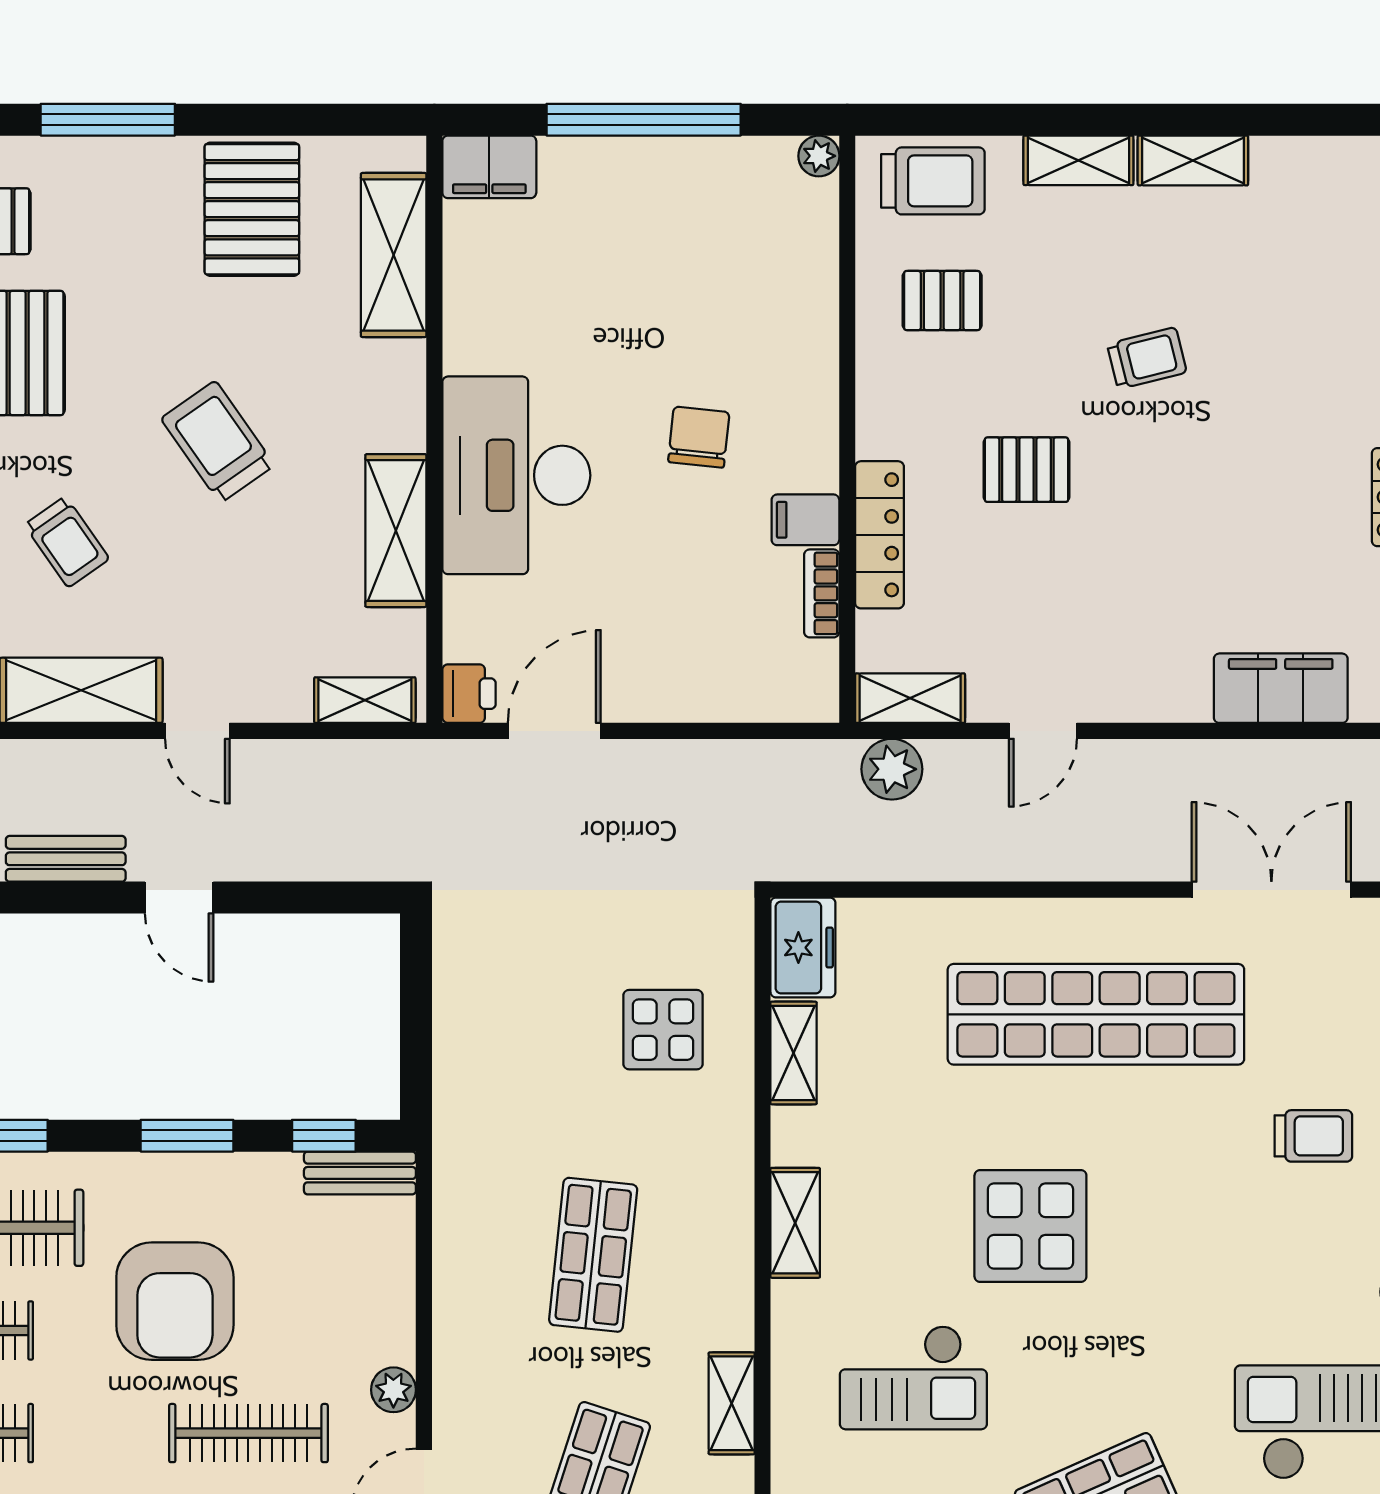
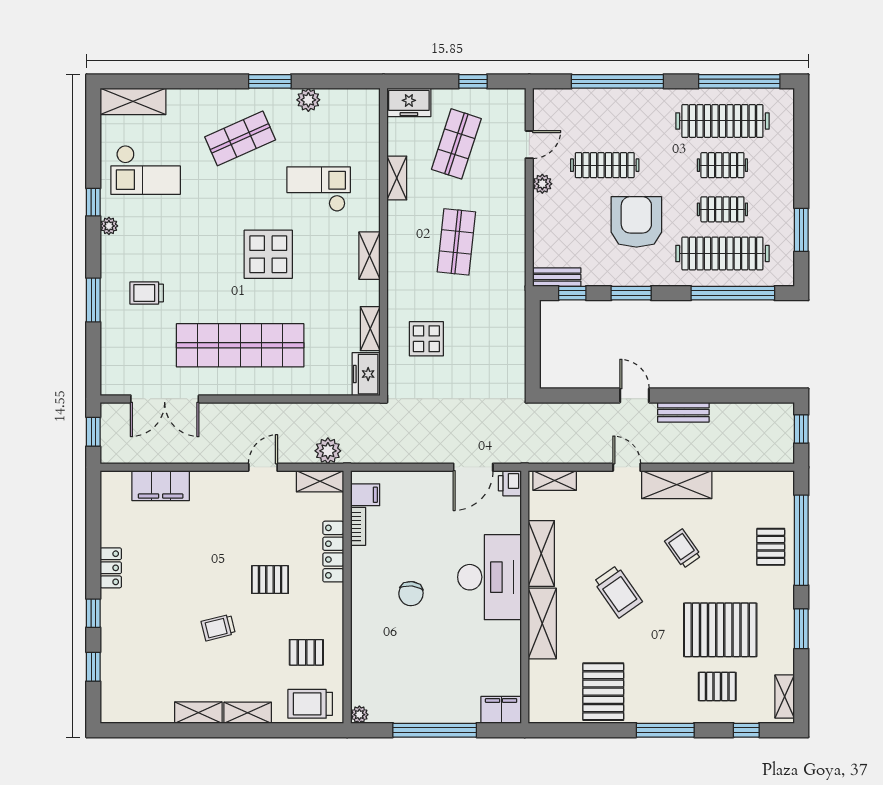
shelving: (394, 255) -> (542, 624), moved
filing cabinet: (805, 520) -> (365, 495), moved

